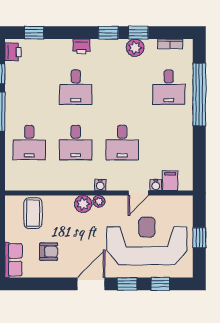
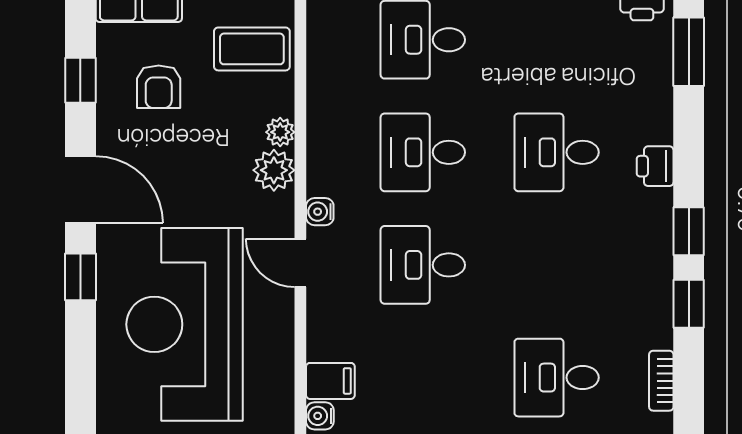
window: (34, 33) -> (689, 52), width x1.50
plant: (135, 48) -> (652, 296), removed
water cooler: (156, 185) -> (320, 416), moved
door: (138, 193) -> (300, 263), moved
plant: (99, 201) -> (280, 132), moved
reception desk: (147, 241) -> (185, 324), turned 180
window: (160, 284) -> (80, 80), moved

